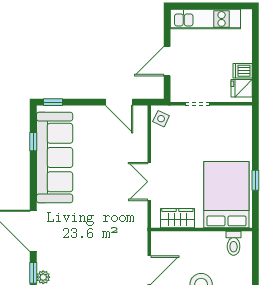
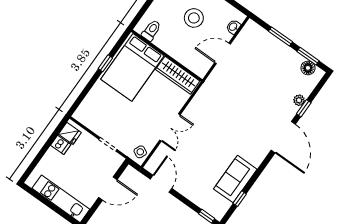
sofa: (55, 158) -> (235, 179), width x0.54, depth x0.79
double door: (149, 182) -> (170, 127), moved
wardrobe: (177, 218) -> (178, 75), width x1.50

